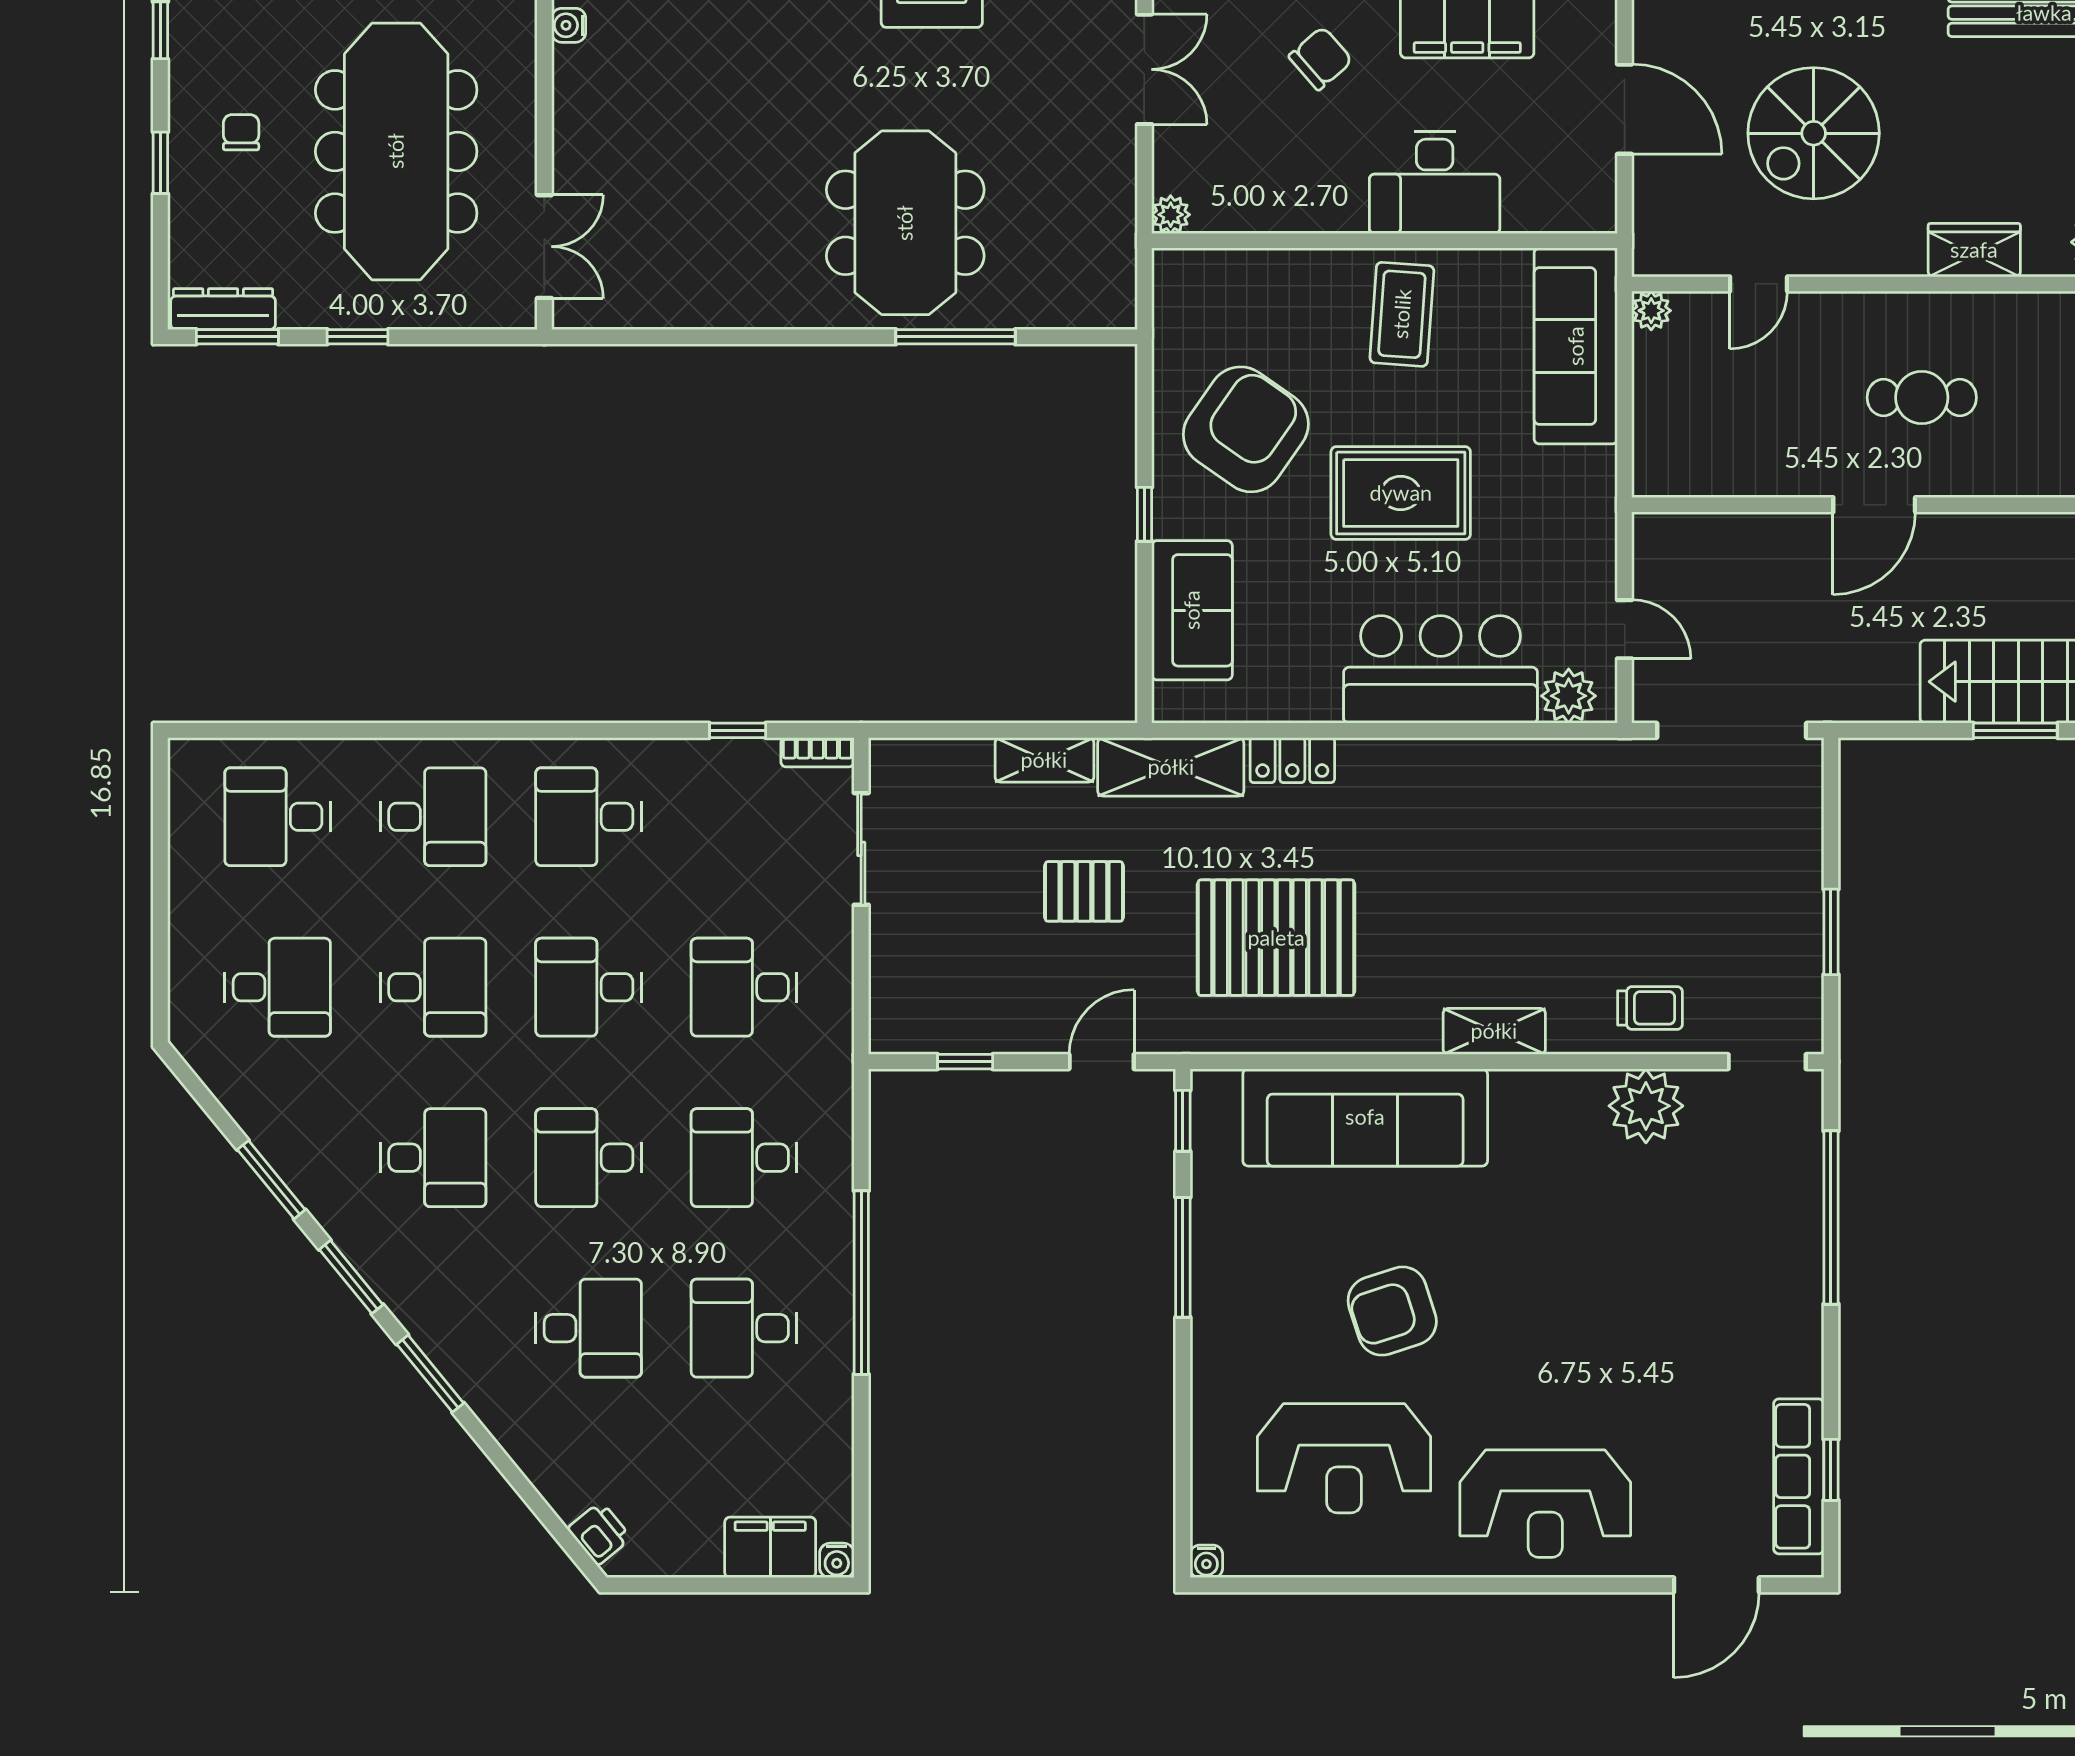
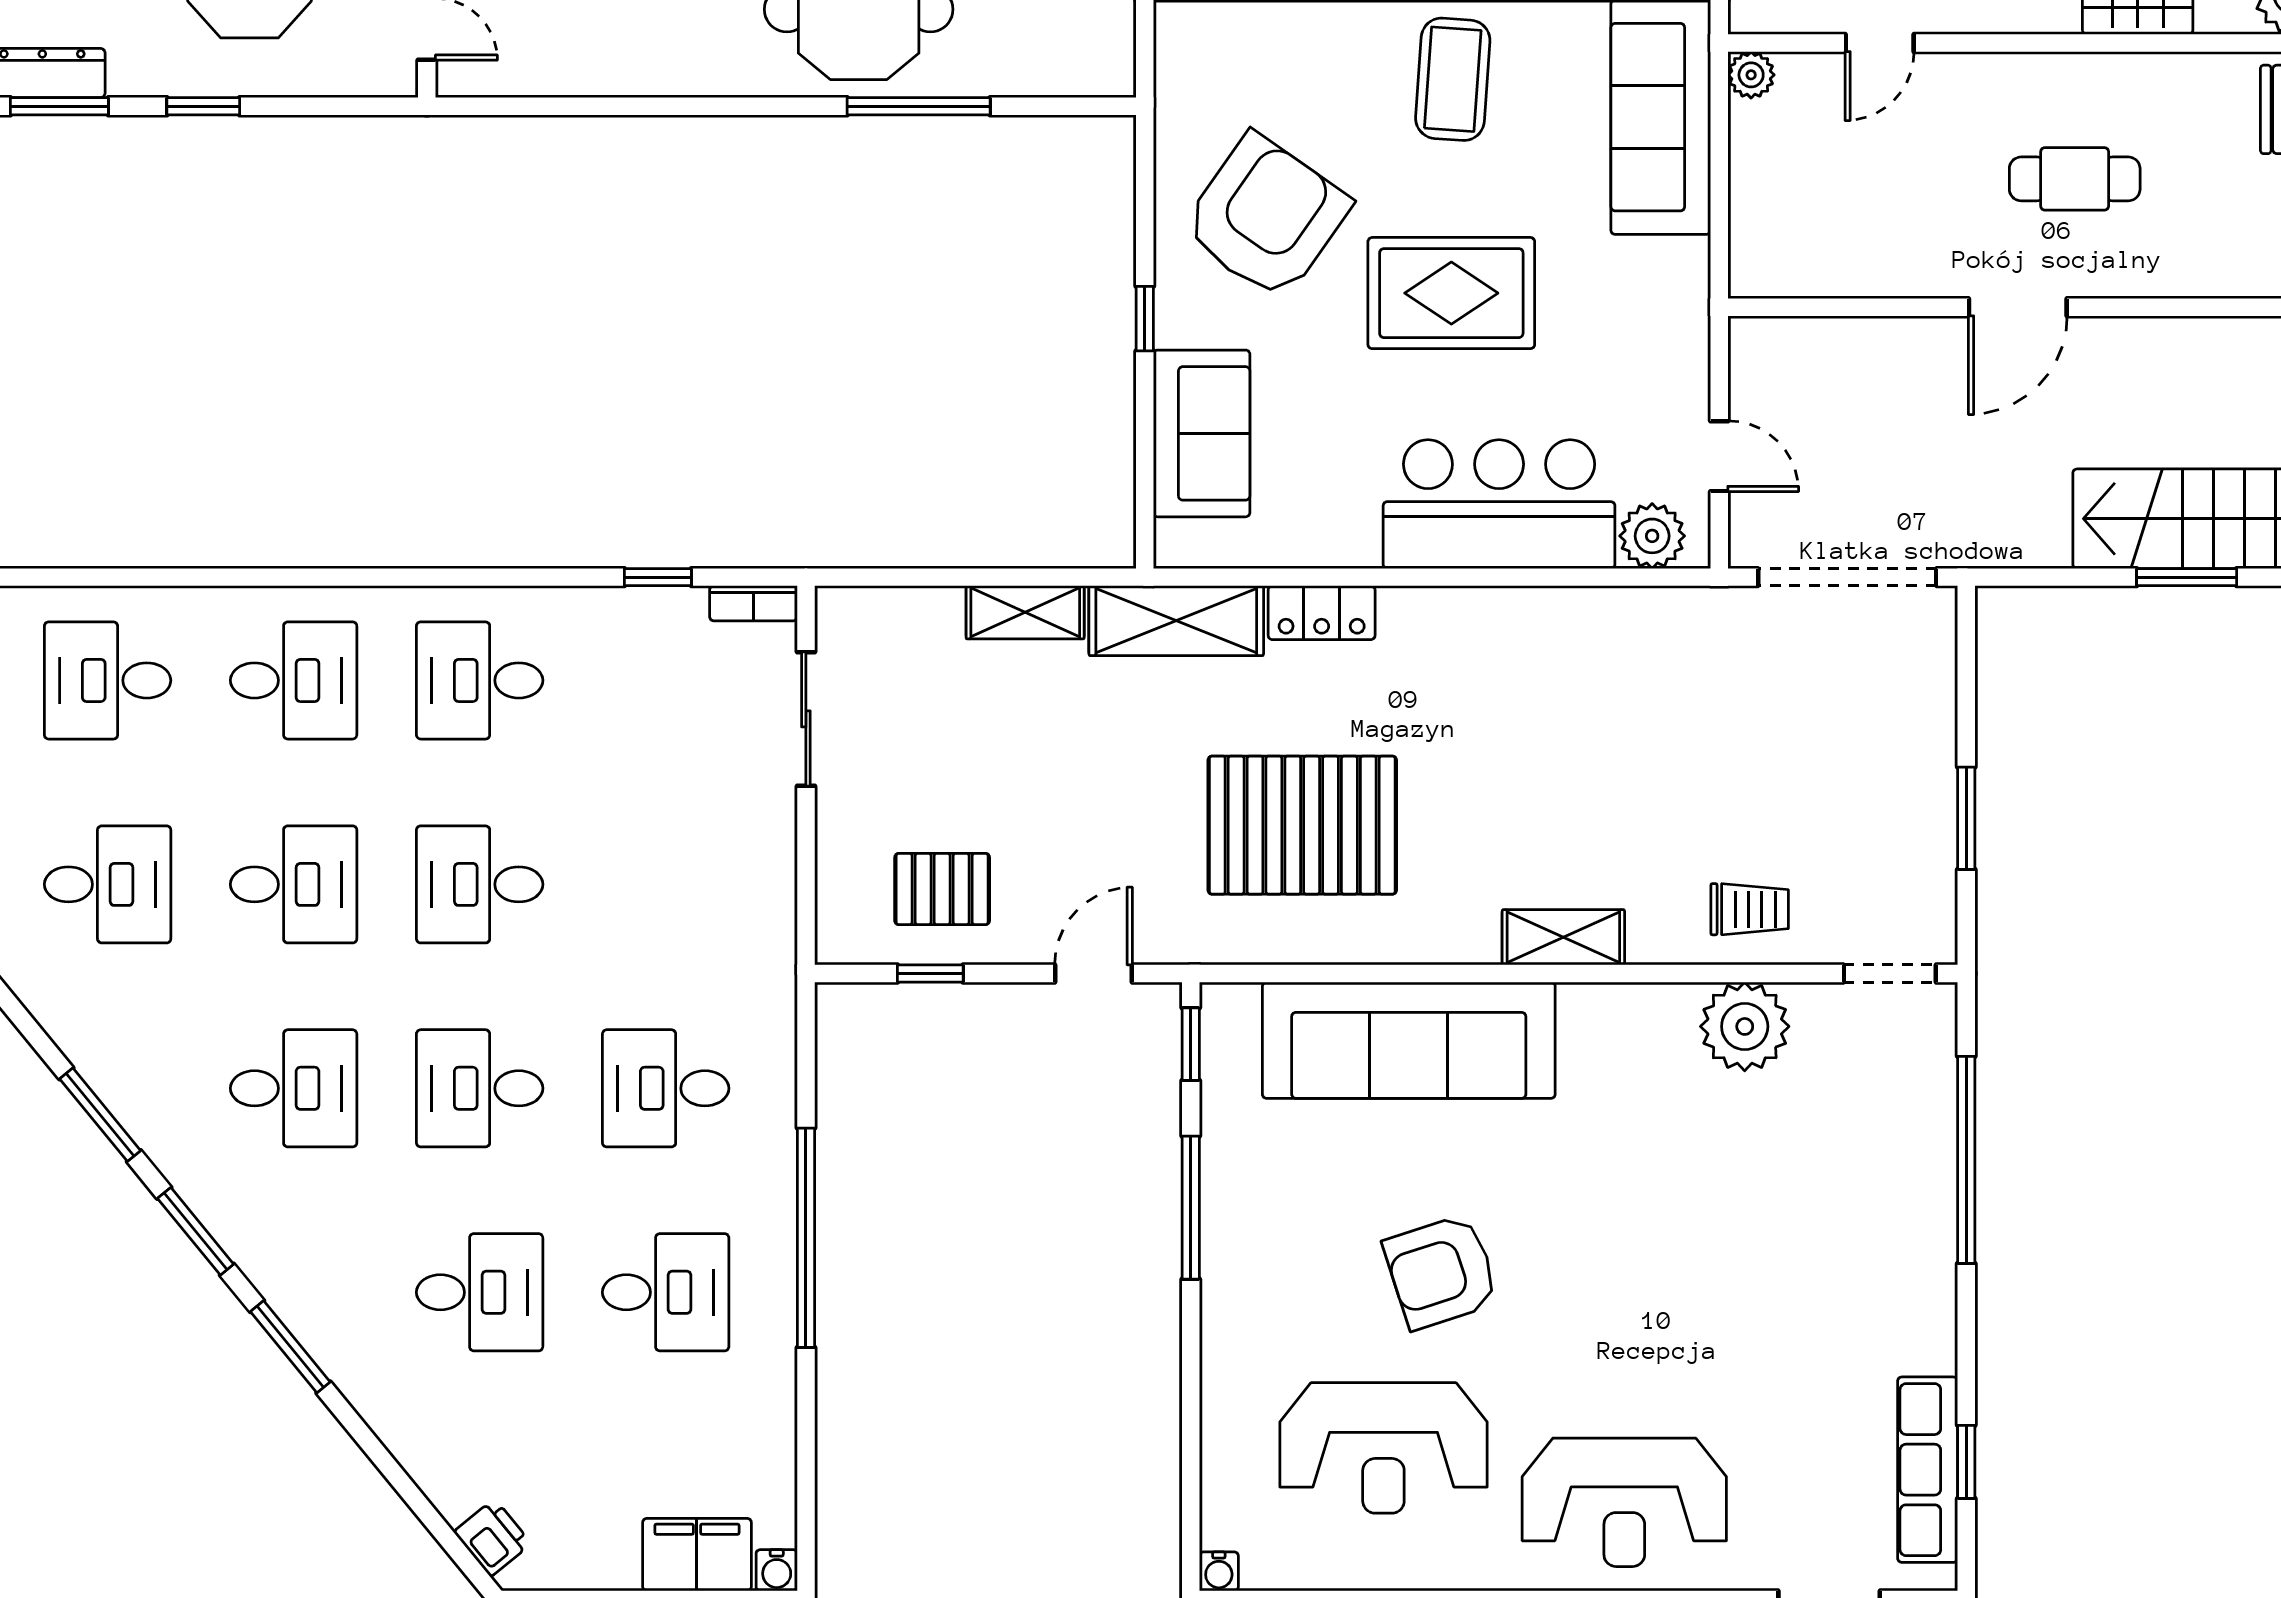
pallet: (1084, 891) -> (942, 889), moved
desk: (744, 987) -> (666, 884), removed
desk: (744, 1328) -> (666, 1292), turned 180

